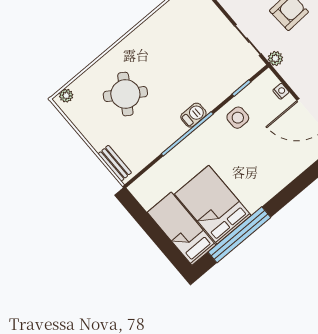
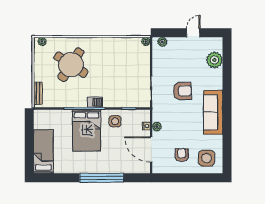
plant: (275, 58) -> (157, 127), moved
round table: (125, 94) -> (71, 65), width x1.36, depth x1.36
bed: (213, 205) -> (87, 130), moved, turned 180
window: (239, 235) -> (102, 178), moved

